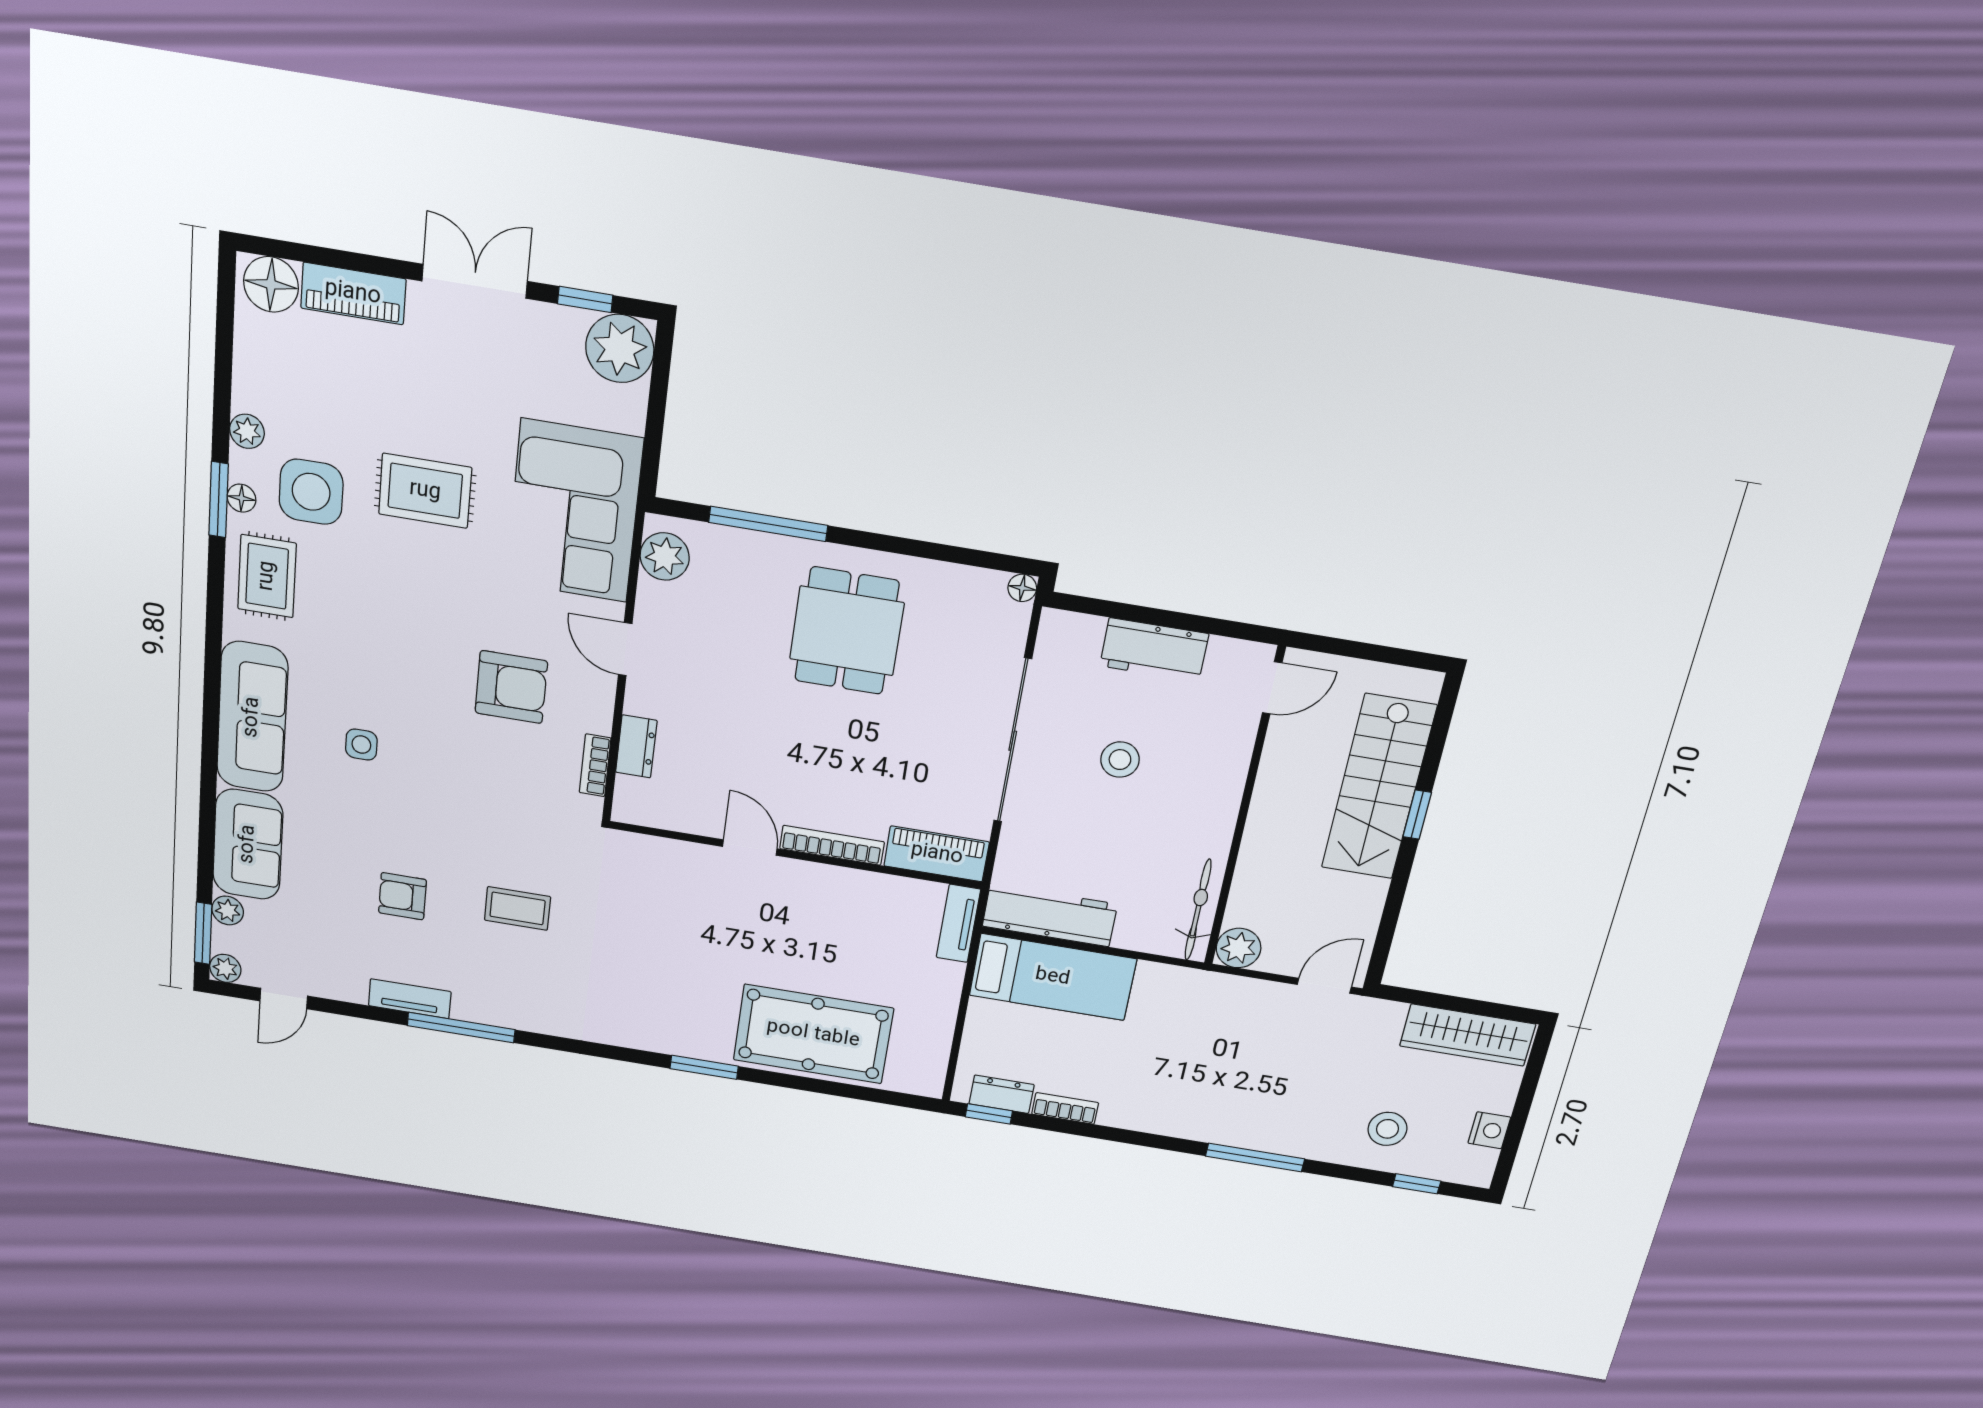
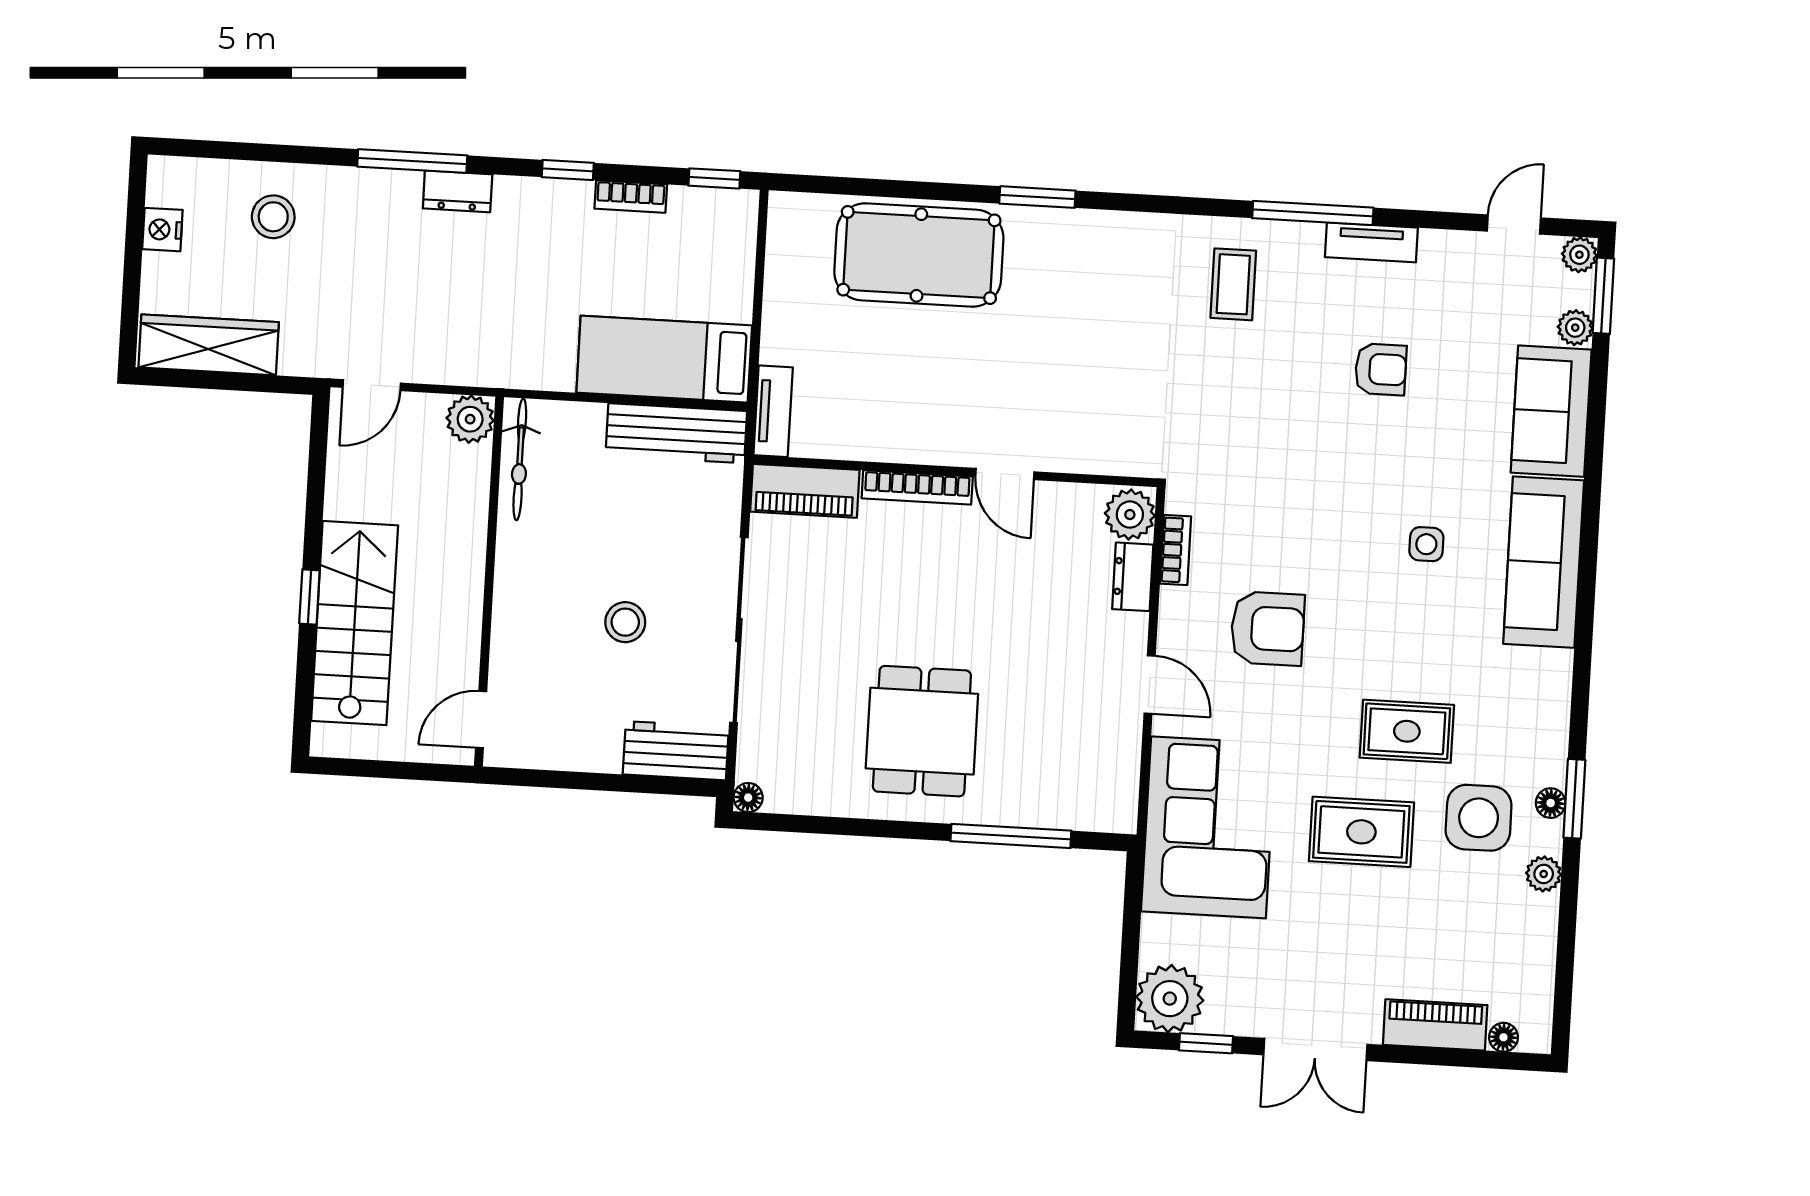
floor lamp: (271, 284) -> (1503, 1037), width x0.53, depth x0.53
plant: (665, 556) -> (1130, 515), moved
rug: (267, 576) -> (1407, 731), moved, turned 90
workbench: (1154, 650) -> (676, 751), moved
armchair: (511, 687) -> (1268, 629), turned 180
coffee table: (518, 908) -> (1233, 284), moved, turned 90
dresser: (1002, 1094) -> (458, 191), moved
window: (1417, 1184) -> (568, 170), moved

